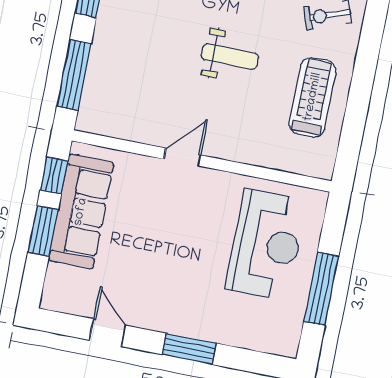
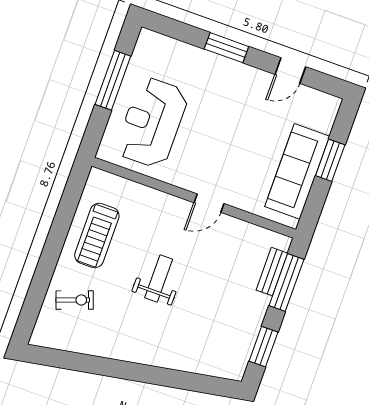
weight bench: (230, 56) -> (159, 278), turned 90
bench: (93, 85) -> (272, 272), added
window: (54, 175) -> (315, 204), removed
door: (108, 333) -> (290, 71), hinge flipped

